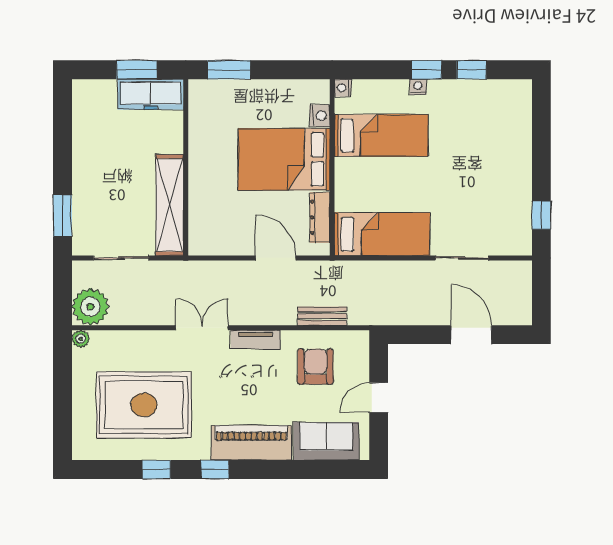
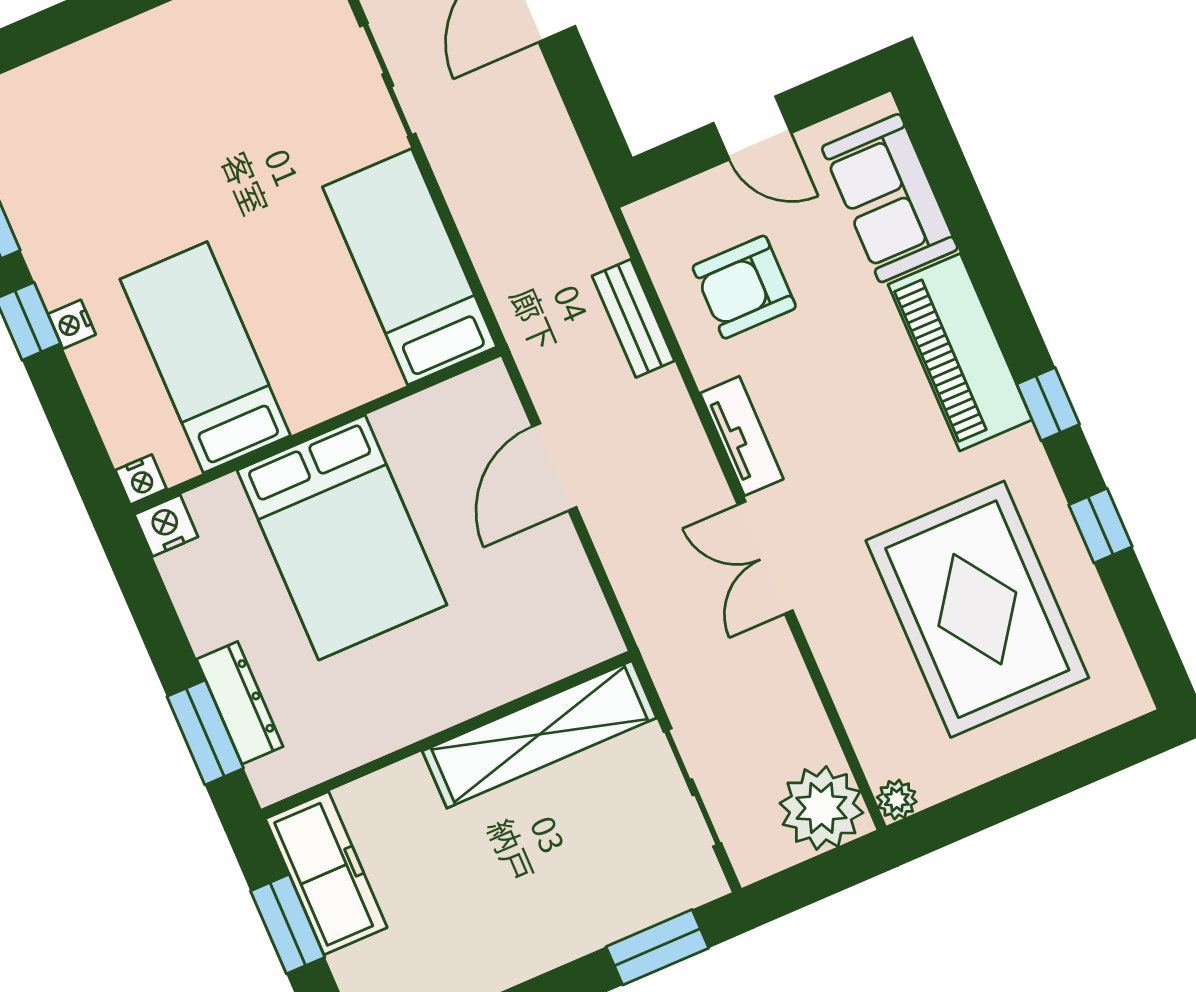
nightstand: (320, 116) -> (166, 526), moved
dresser: (320, 217) -> (240, 703), moved, turned -90

